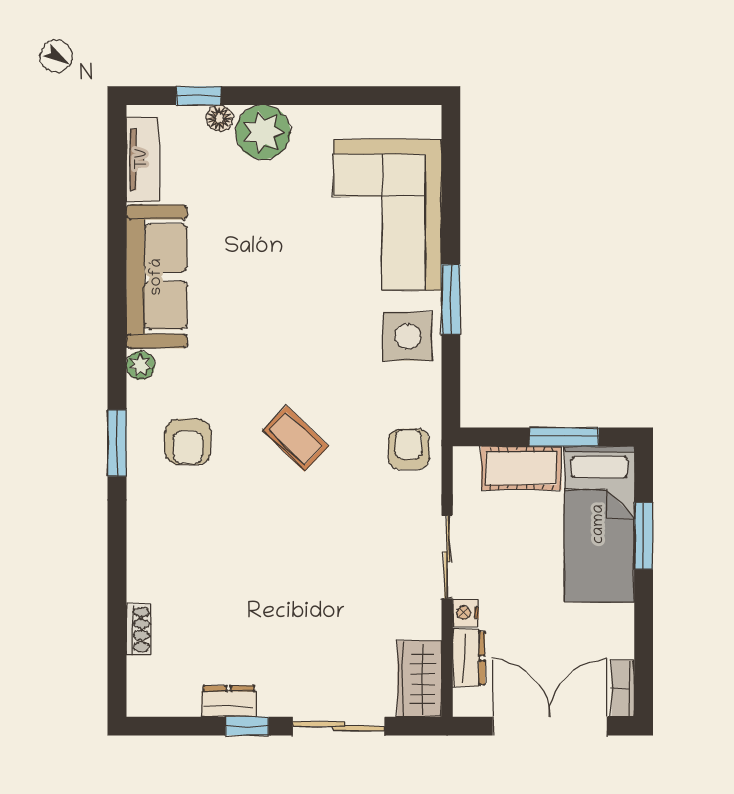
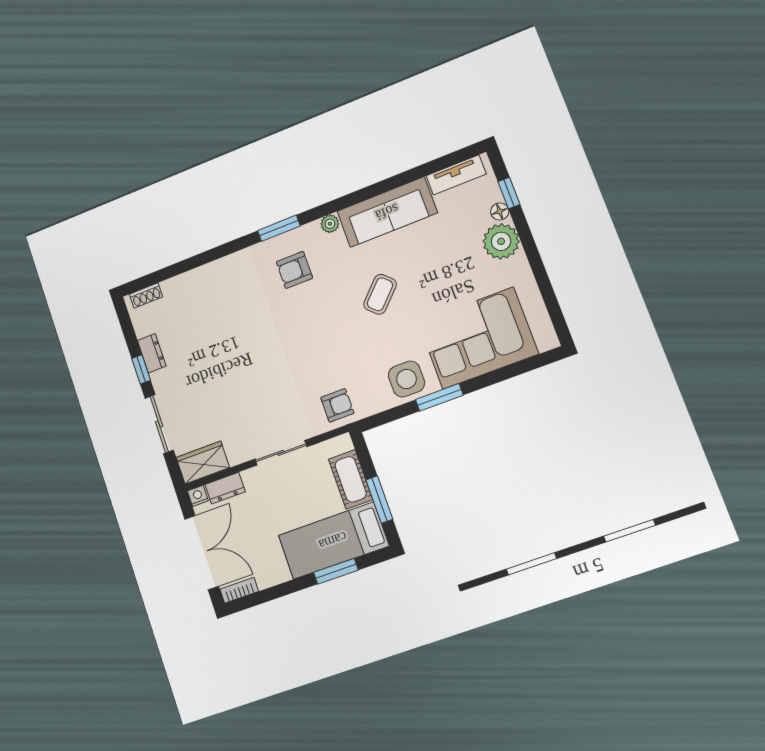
coffee table: (296, 438) -> (380, 294), moved
nightstand: (465, 613) -> (198, 496), moved
shoe rack: (138, 630) -> (146, 295), moved

